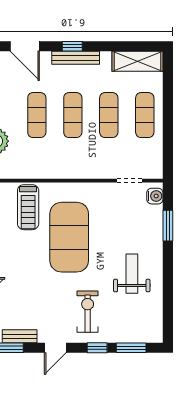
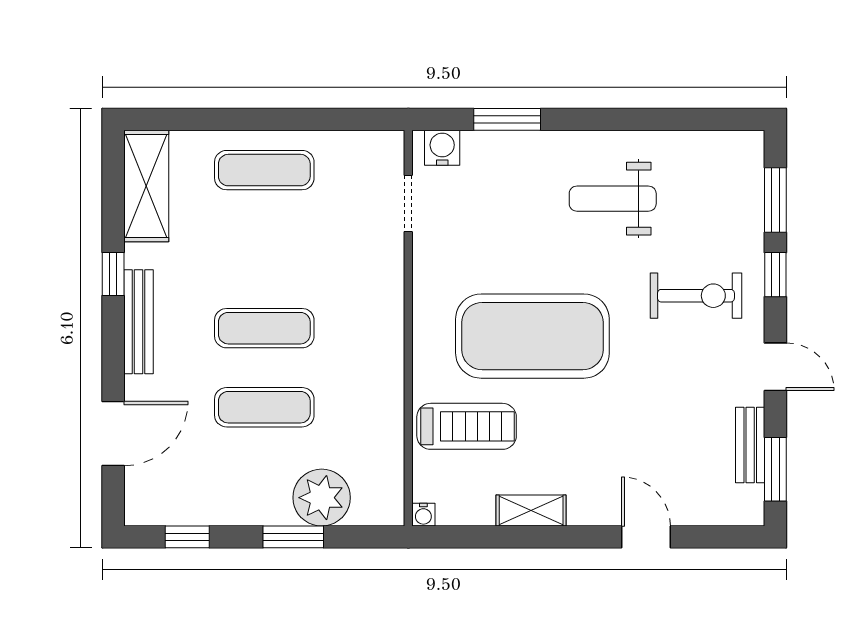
window: (72, 46) -> (113, 274), moved
exercise mat: (109, 115) -> (264, 249), removed
exercise bike: (88, 312) -> (696, 296), turned 180

